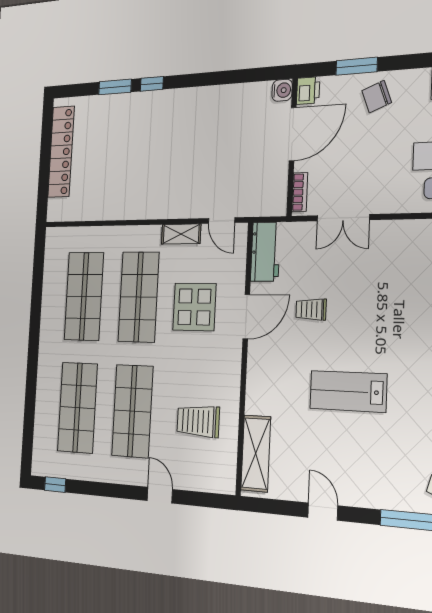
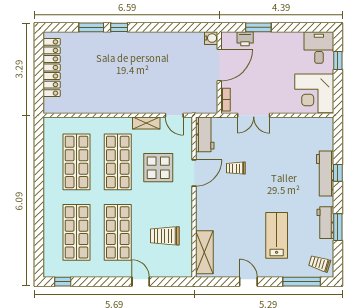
printer: (308, 91) -> (245, 39), moved, turned 90
chair: (377, 97) -> (271, 46), removed
lab bench: (348, 391) -> (277, 235), moved, turned 90

